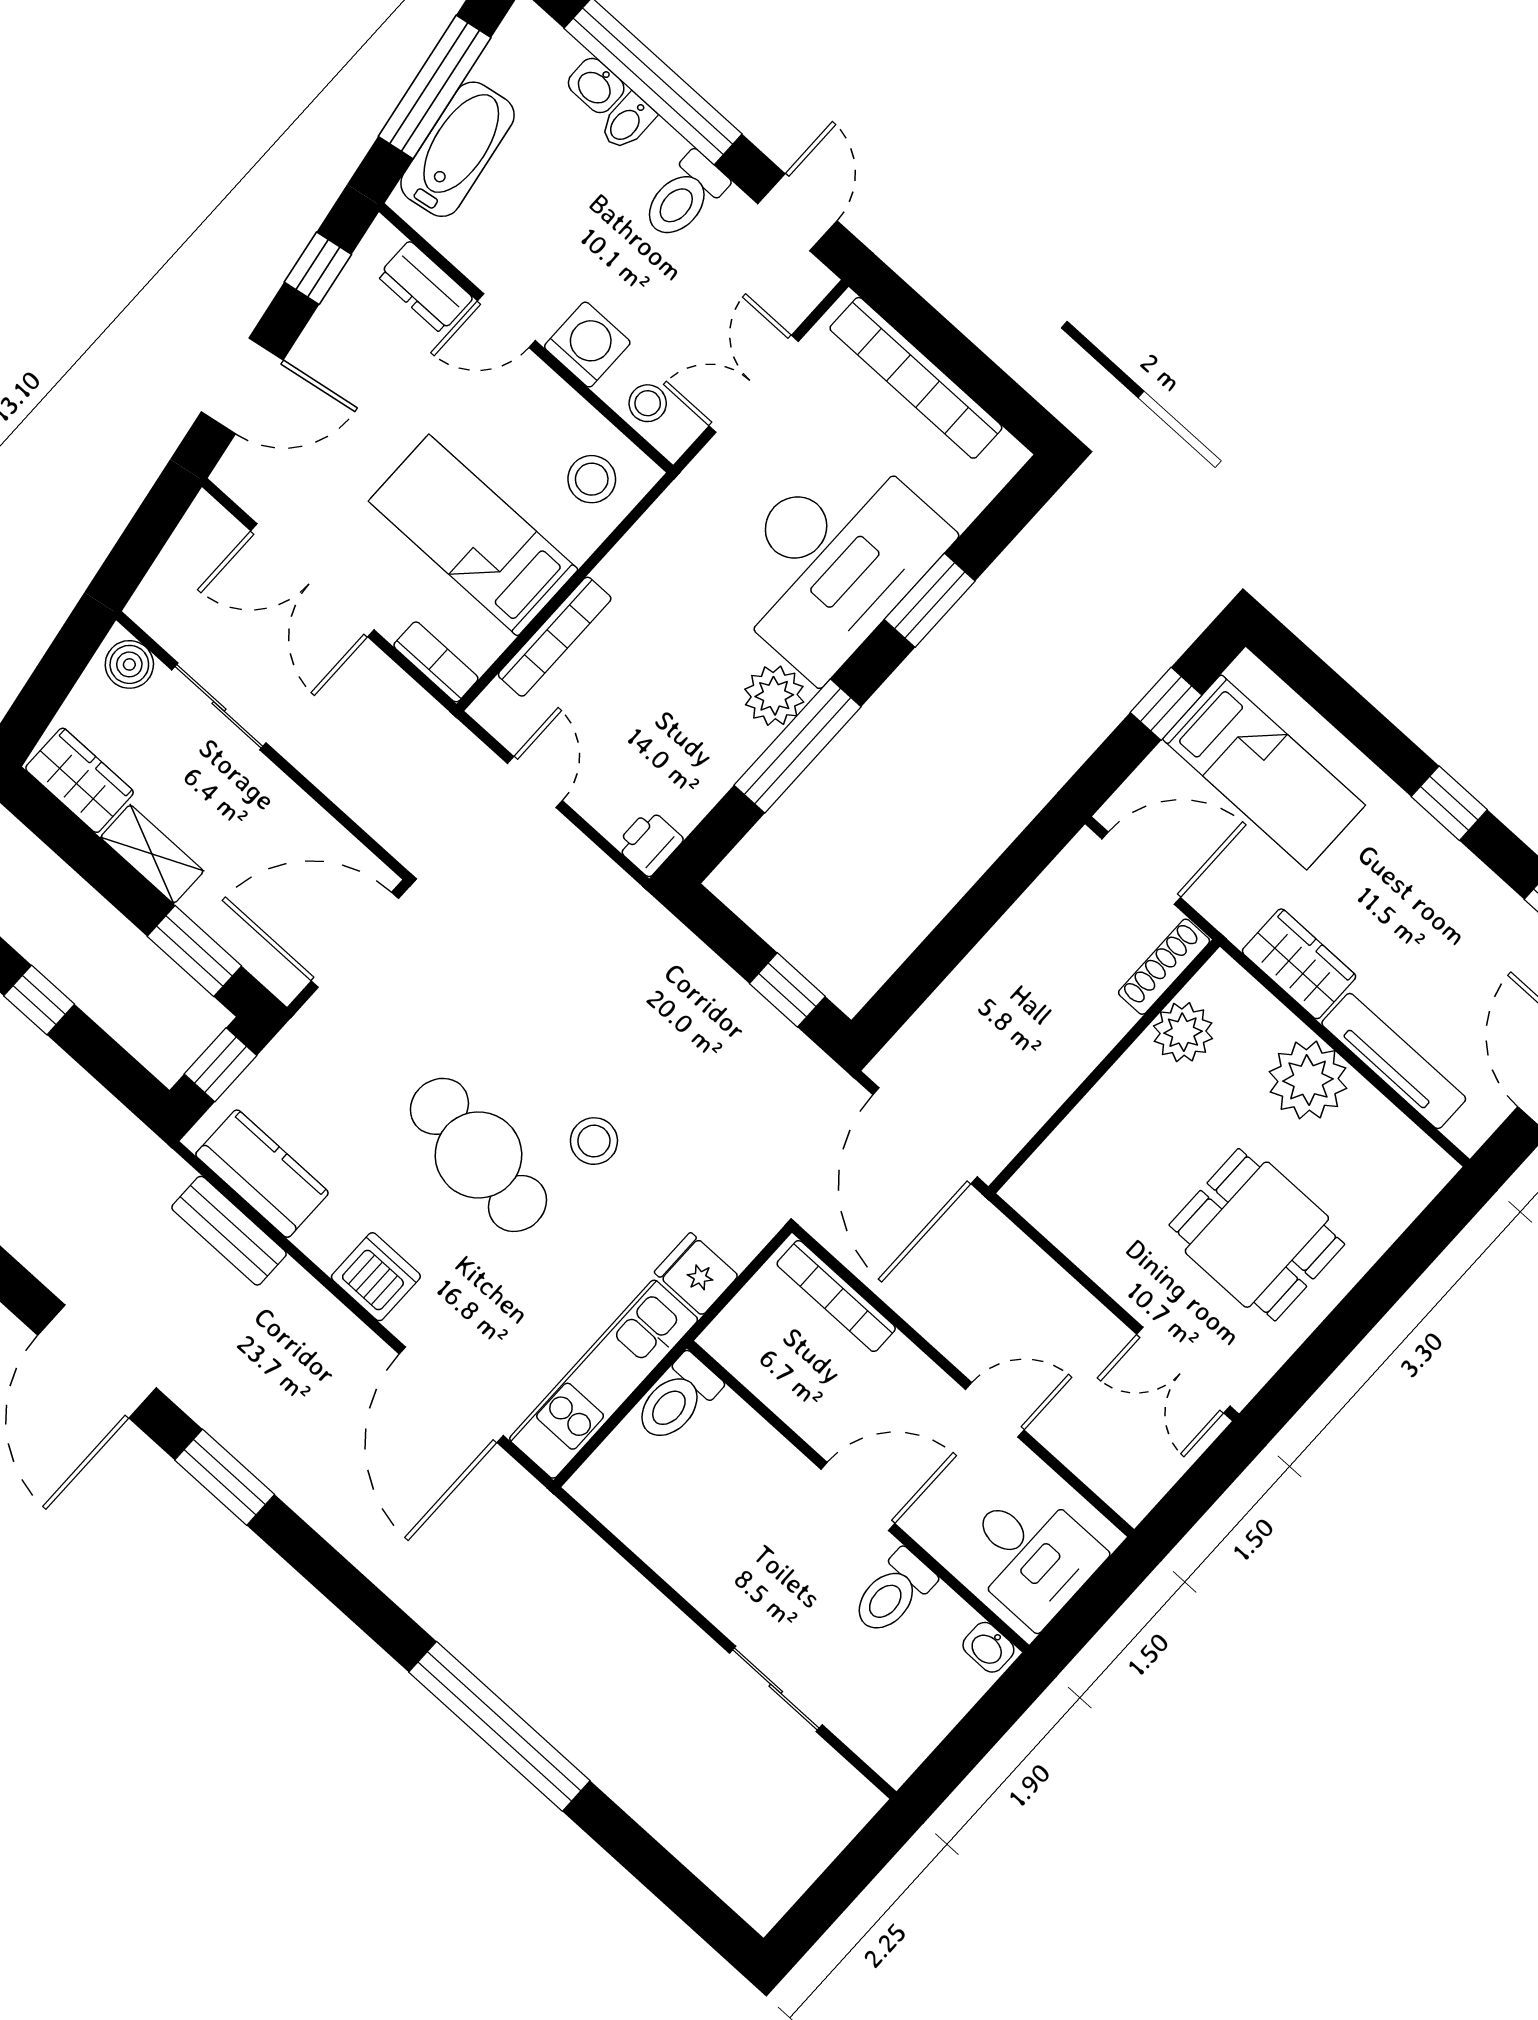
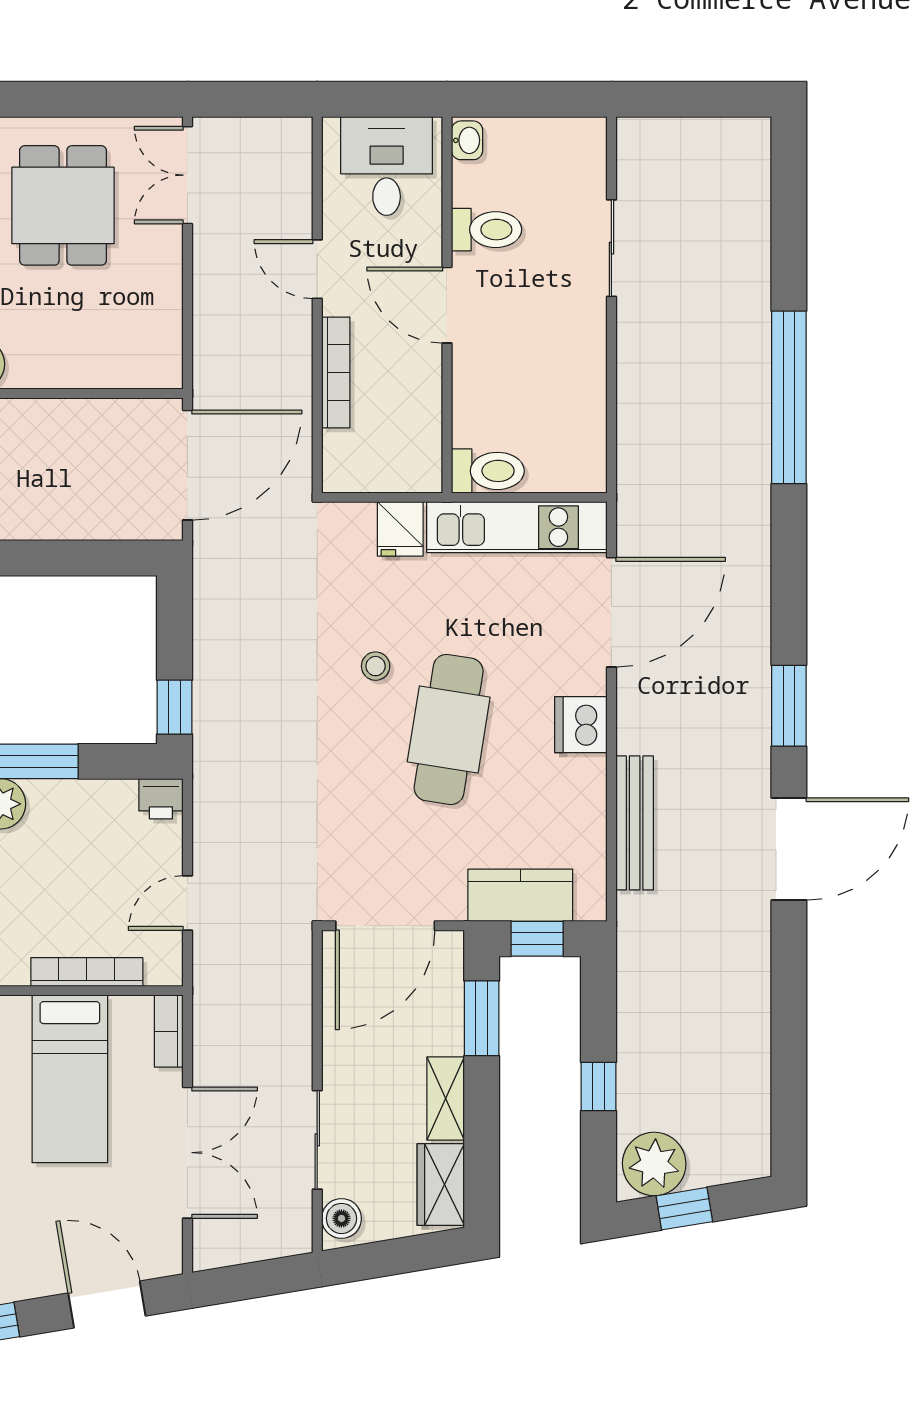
door: (355, 940) -> (385, 926), hinge flipped
window: (787, 990) -> (174, 707), moved
stool: (594, 1141) -> (376, 666), width x0.73, depth x0.73
kitchen counter: (262, 1174) -> (520, 895), moved, turned 90
bench: (229, 1231) -> (635, 823), width x1.36
bookcase: (836, 1296) -> (336, 372), moved
double door: (1183, 1370) -> (187, 175), swing flipped

